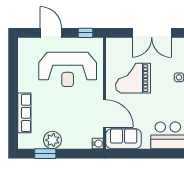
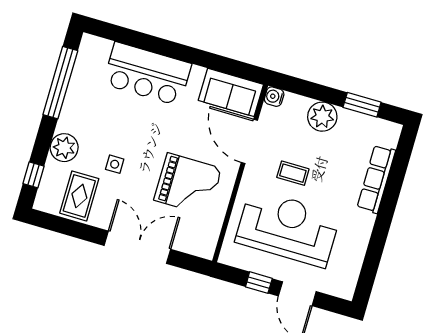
window: (86, 33) -> (259, 283), moved
coffee table: (74, 102) -> (293, 173), added
plant: (52, 140) -> (322, 117), moved

